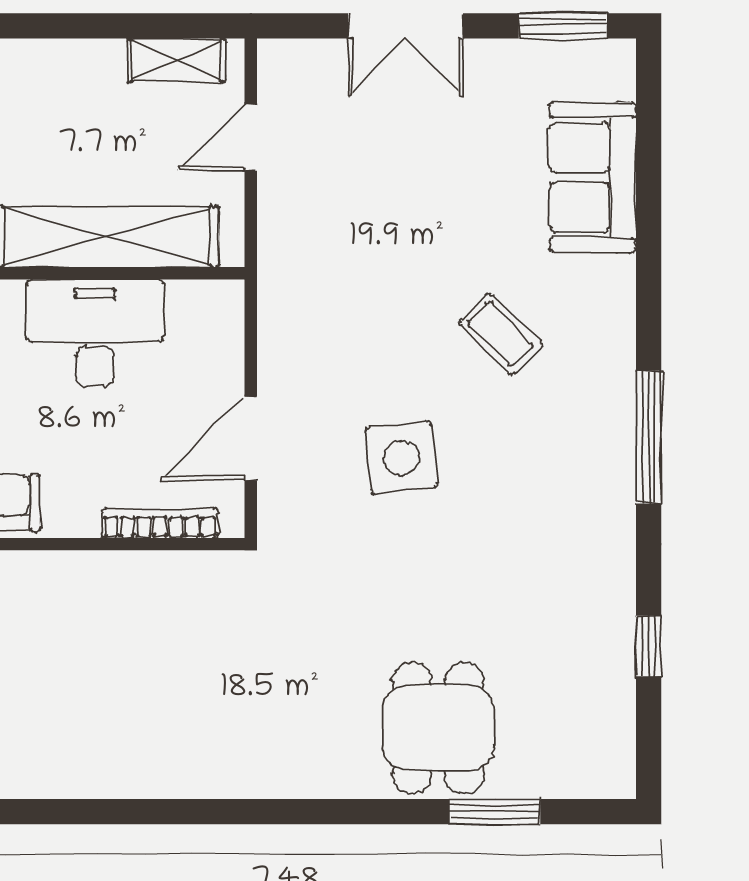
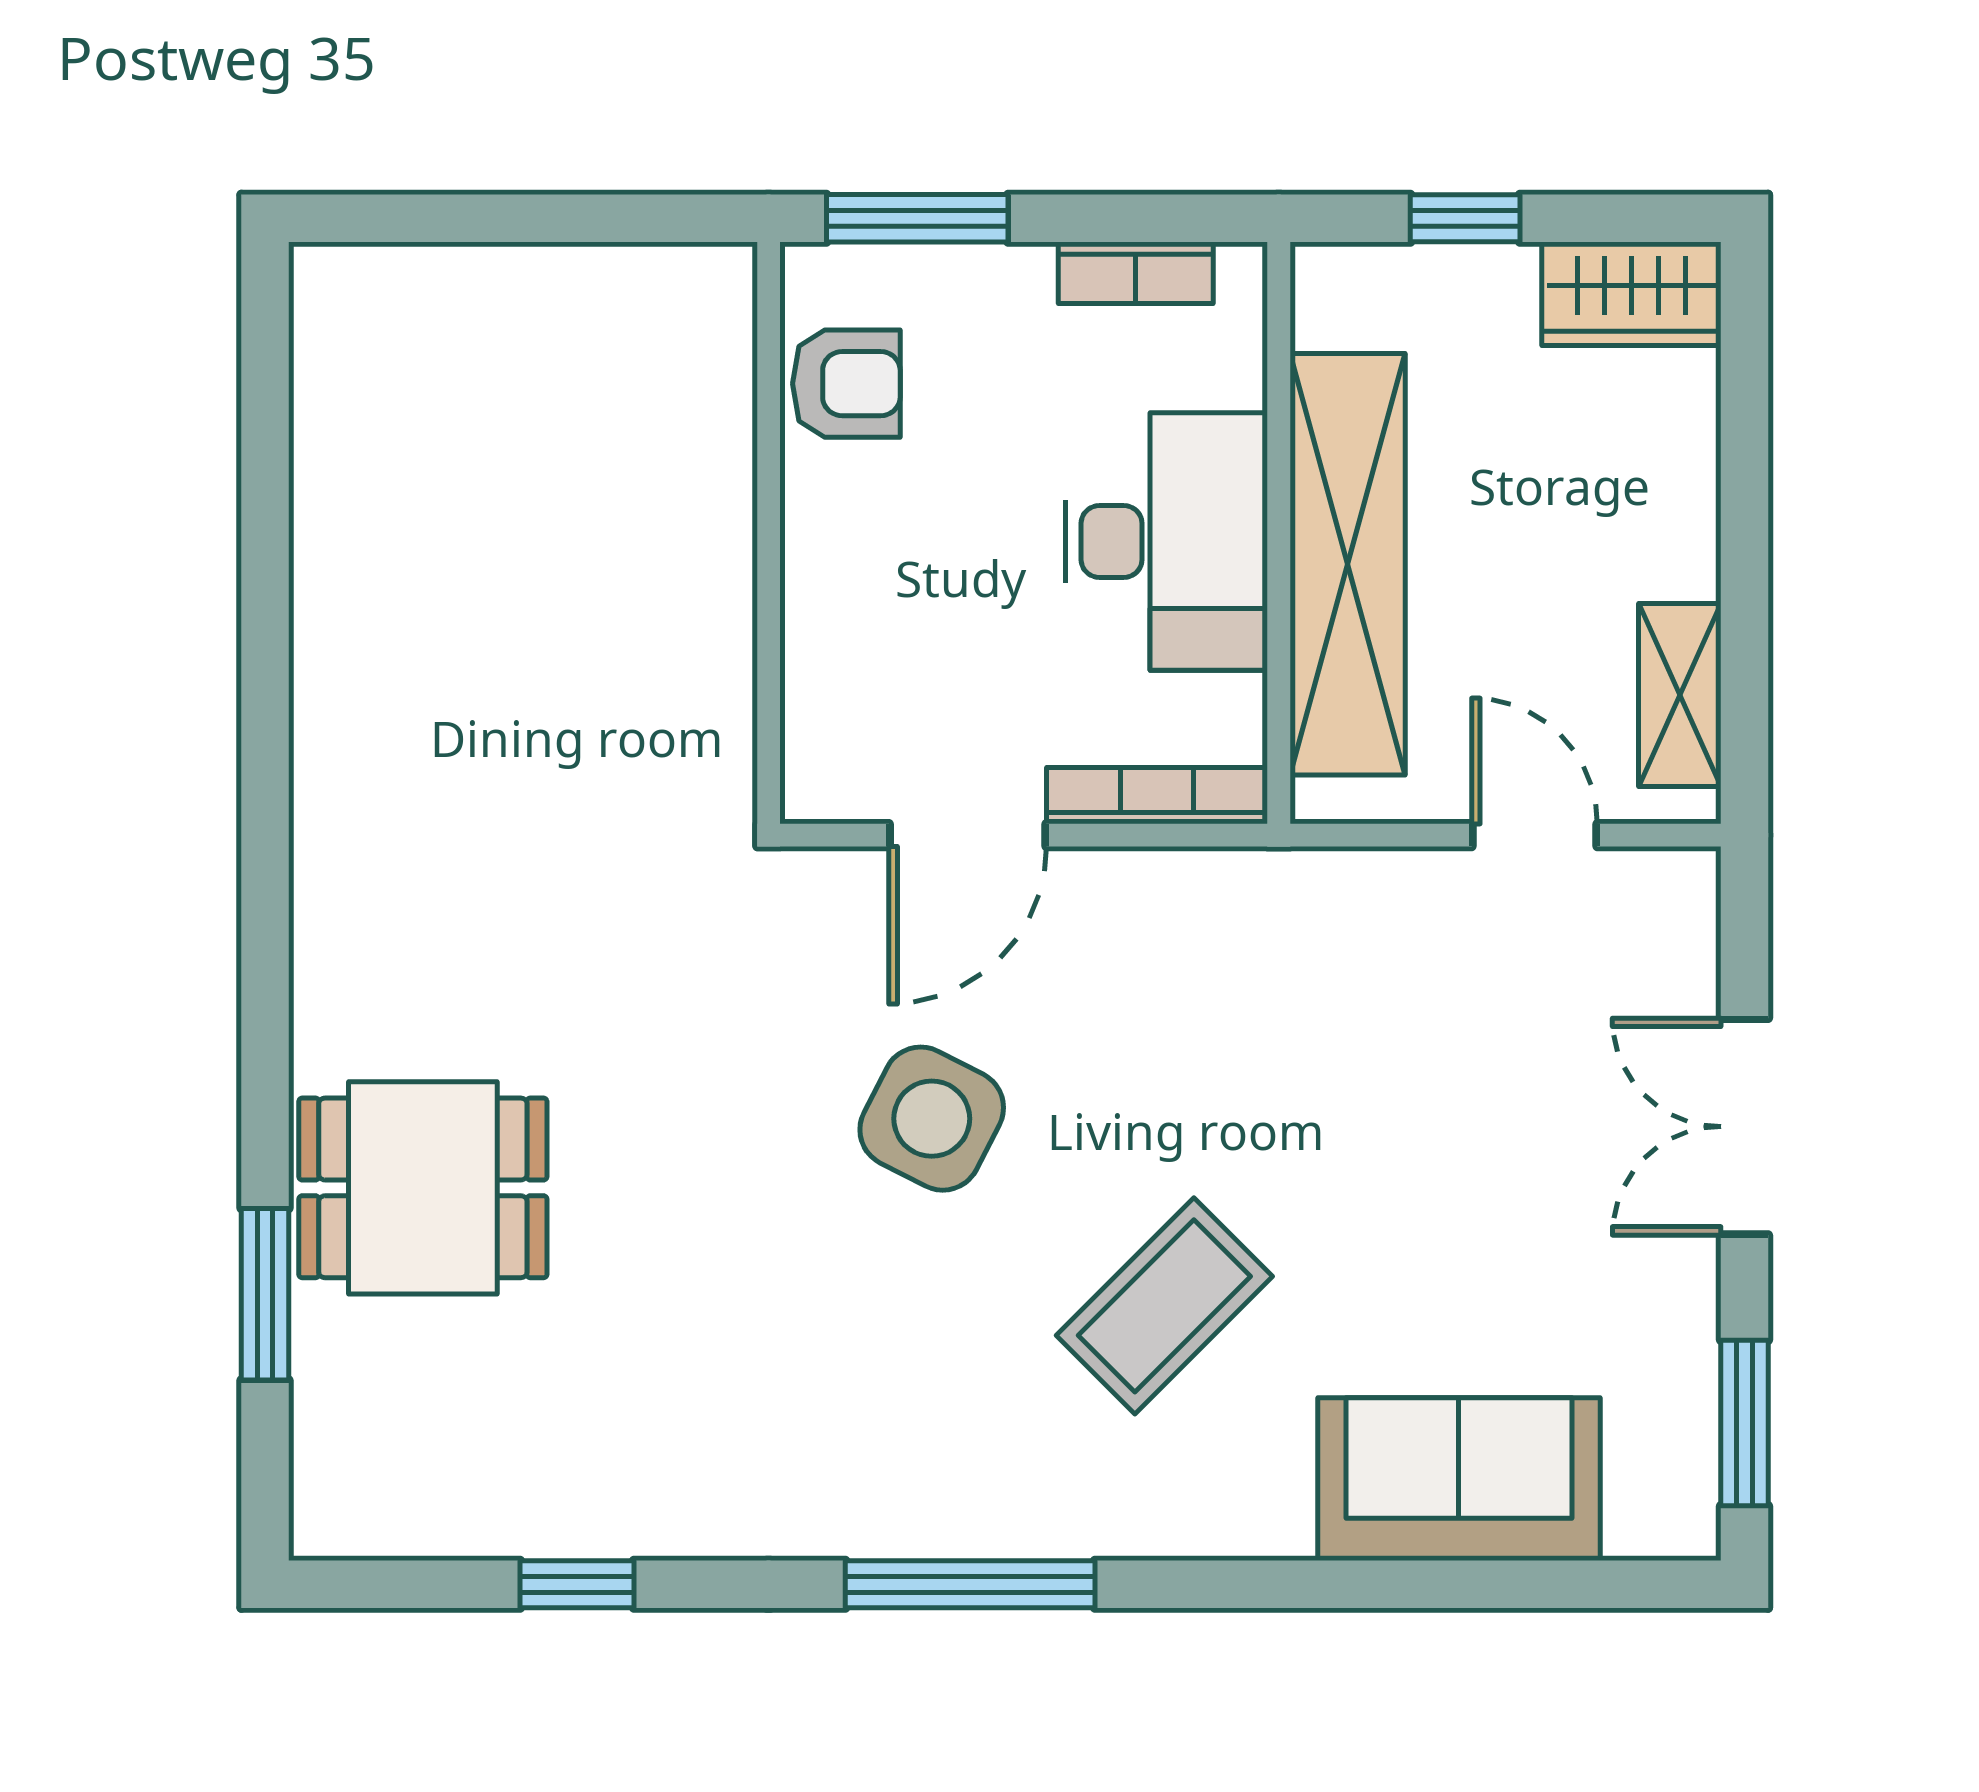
coffee table: (501, 334) -> (1164, 1306), width x1.36, depth x1.30
door: (251, 439) -> (968, 835), swing flipped
side table: (401, 458) -> (932, 1119), turned 33
bookcase: (160, 523) -> (1157, 796), moved, turned -90

